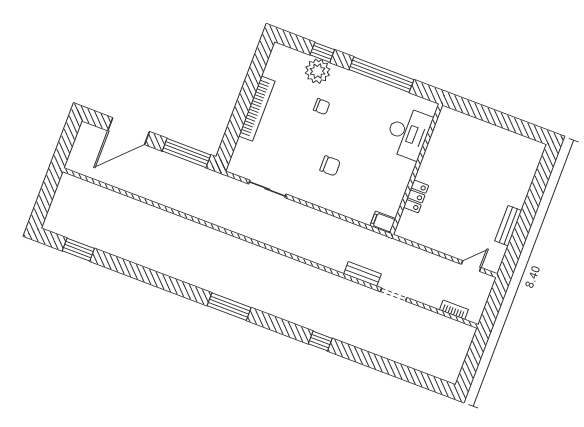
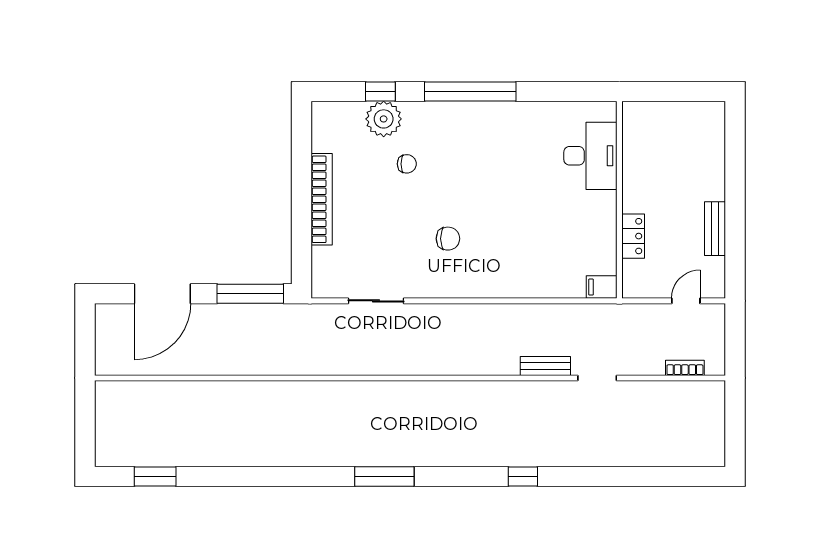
desk: (408, 133) -> (590, 156), moved
wall: (416, 169) -> (619, 200), moved
locker: (416, 196) -> (633, 236), moved
filing cabinet: (383, 222) -> (602, 287), moved

